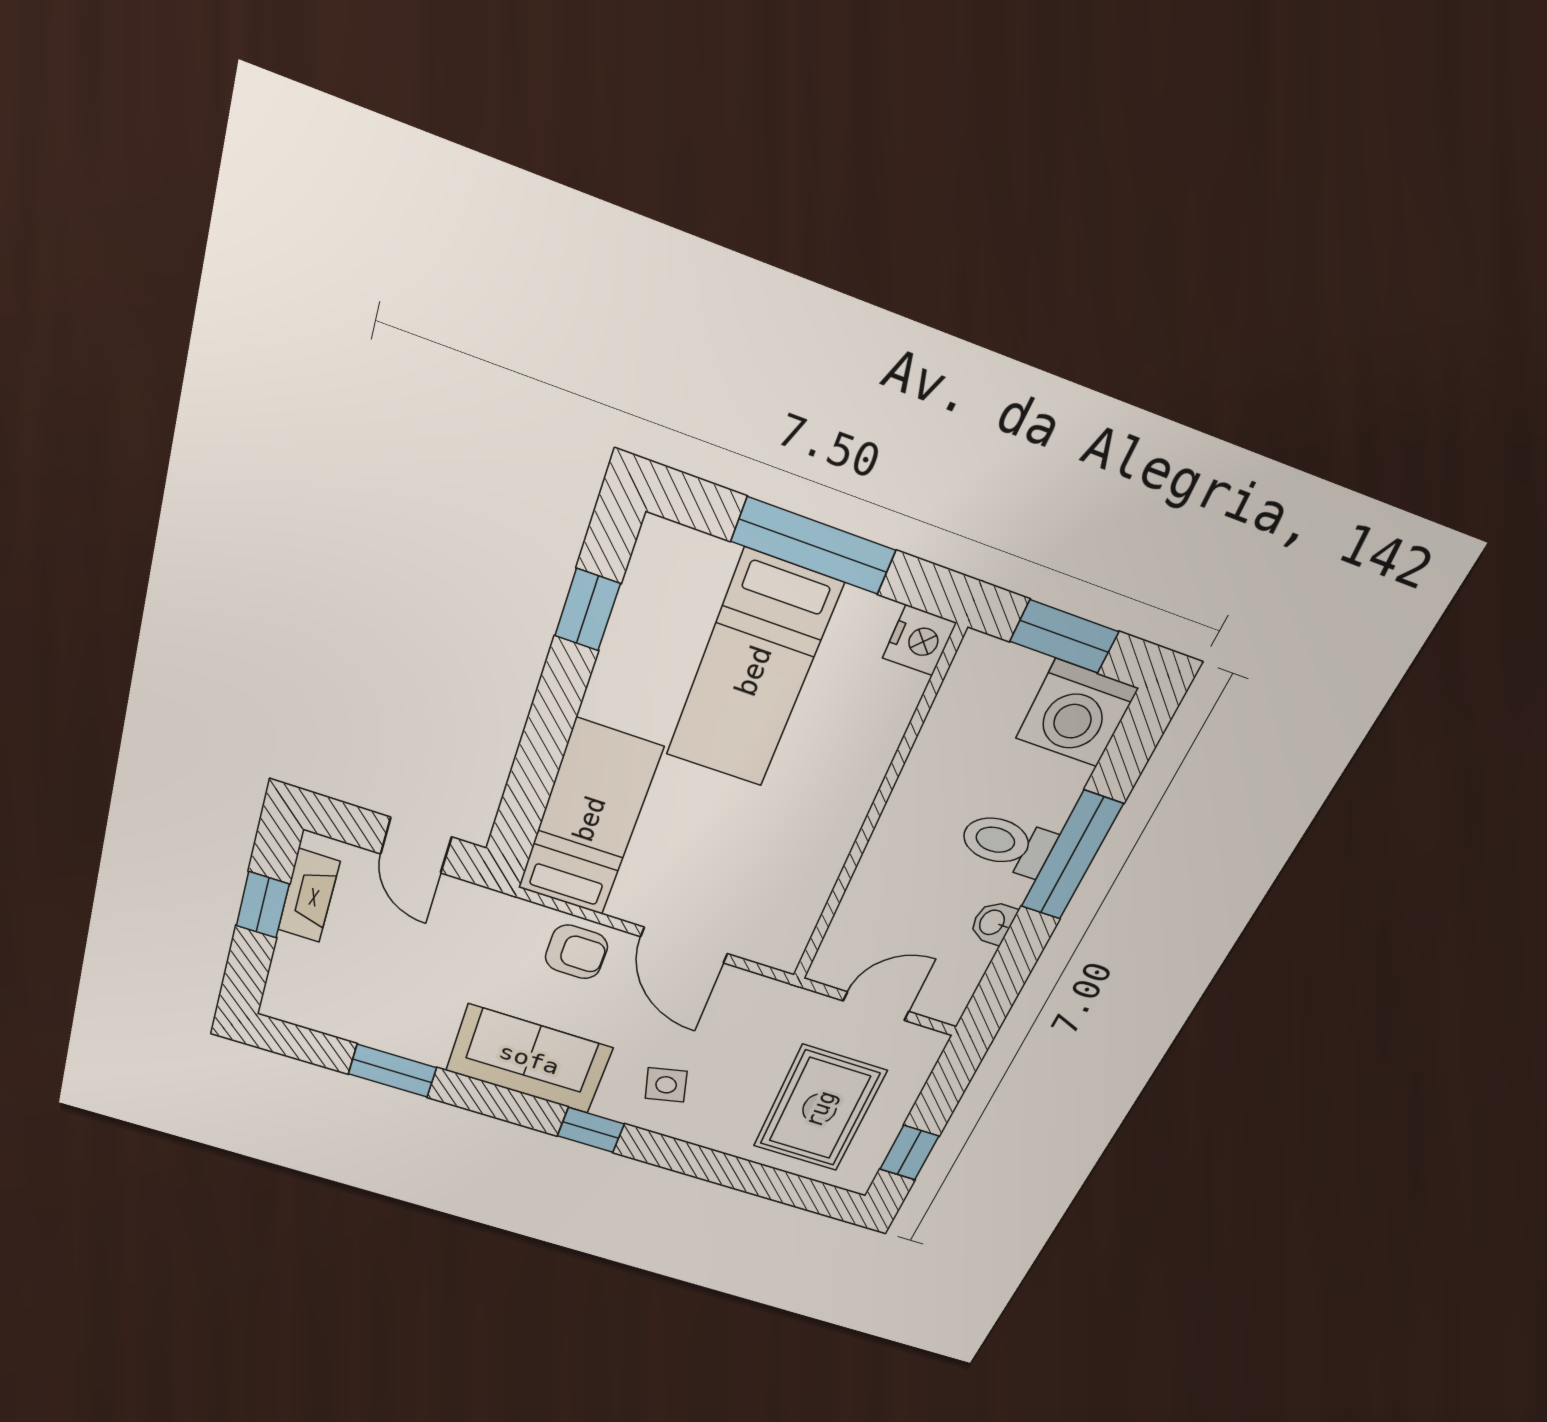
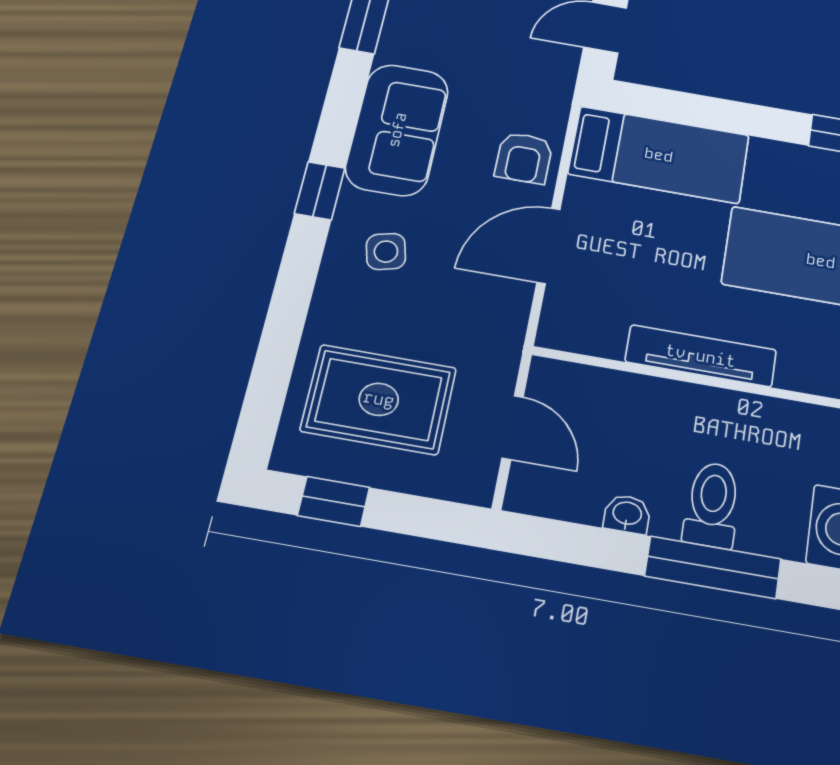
tv unit: (841, 822) -> (701, 356), added

